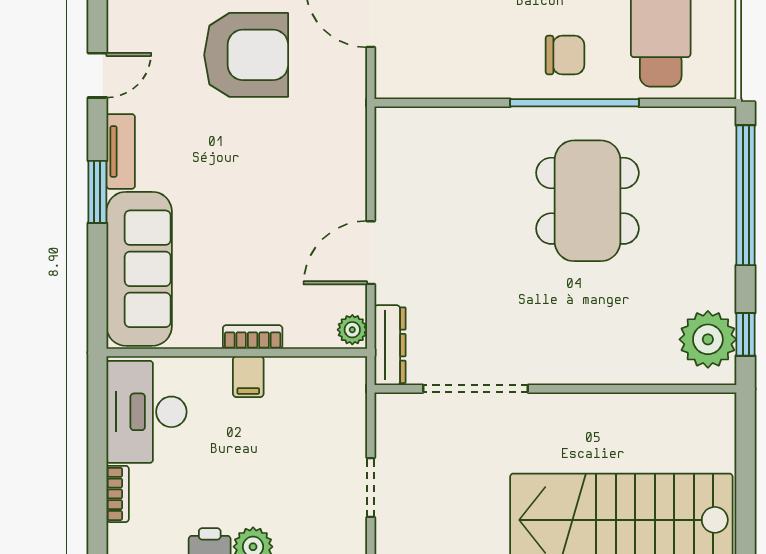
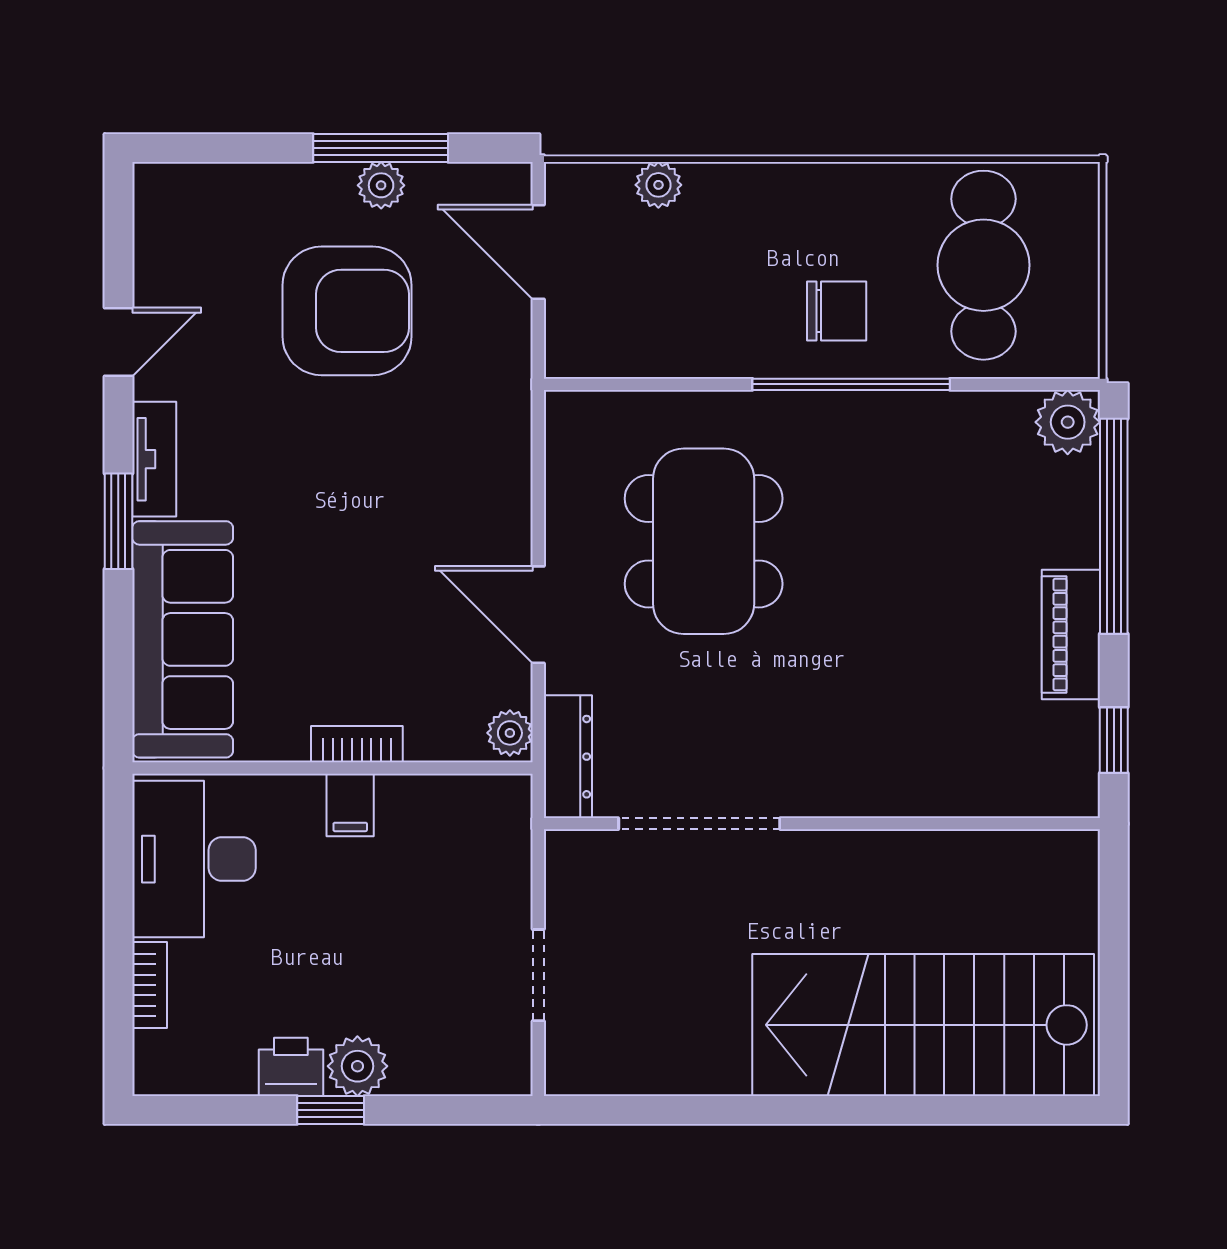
dining table: (587, 201) -> (704, 541), moved
door: (371, 253) -> (538, 615), hinge flipped
piano: (718, 266) -> (1071, 635), added
plant: (708, 339) -> (1068, 422), moved, width x0.73, depth x0.73

